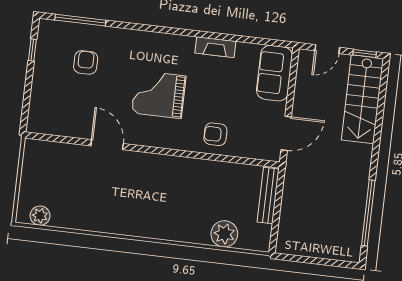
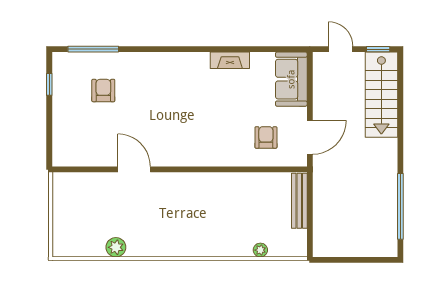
door: (327, 49) -> (341, 49), swing flipped
grand piano: (159, 94) -> (179, 114), removed
armchair: (215, 134) -> (266, 137), moved, turned 90
plant: (40, 216) -> (116, 247), moved
plant: (224, 234) -> (260, 250), width x0.53, depth x0.53

